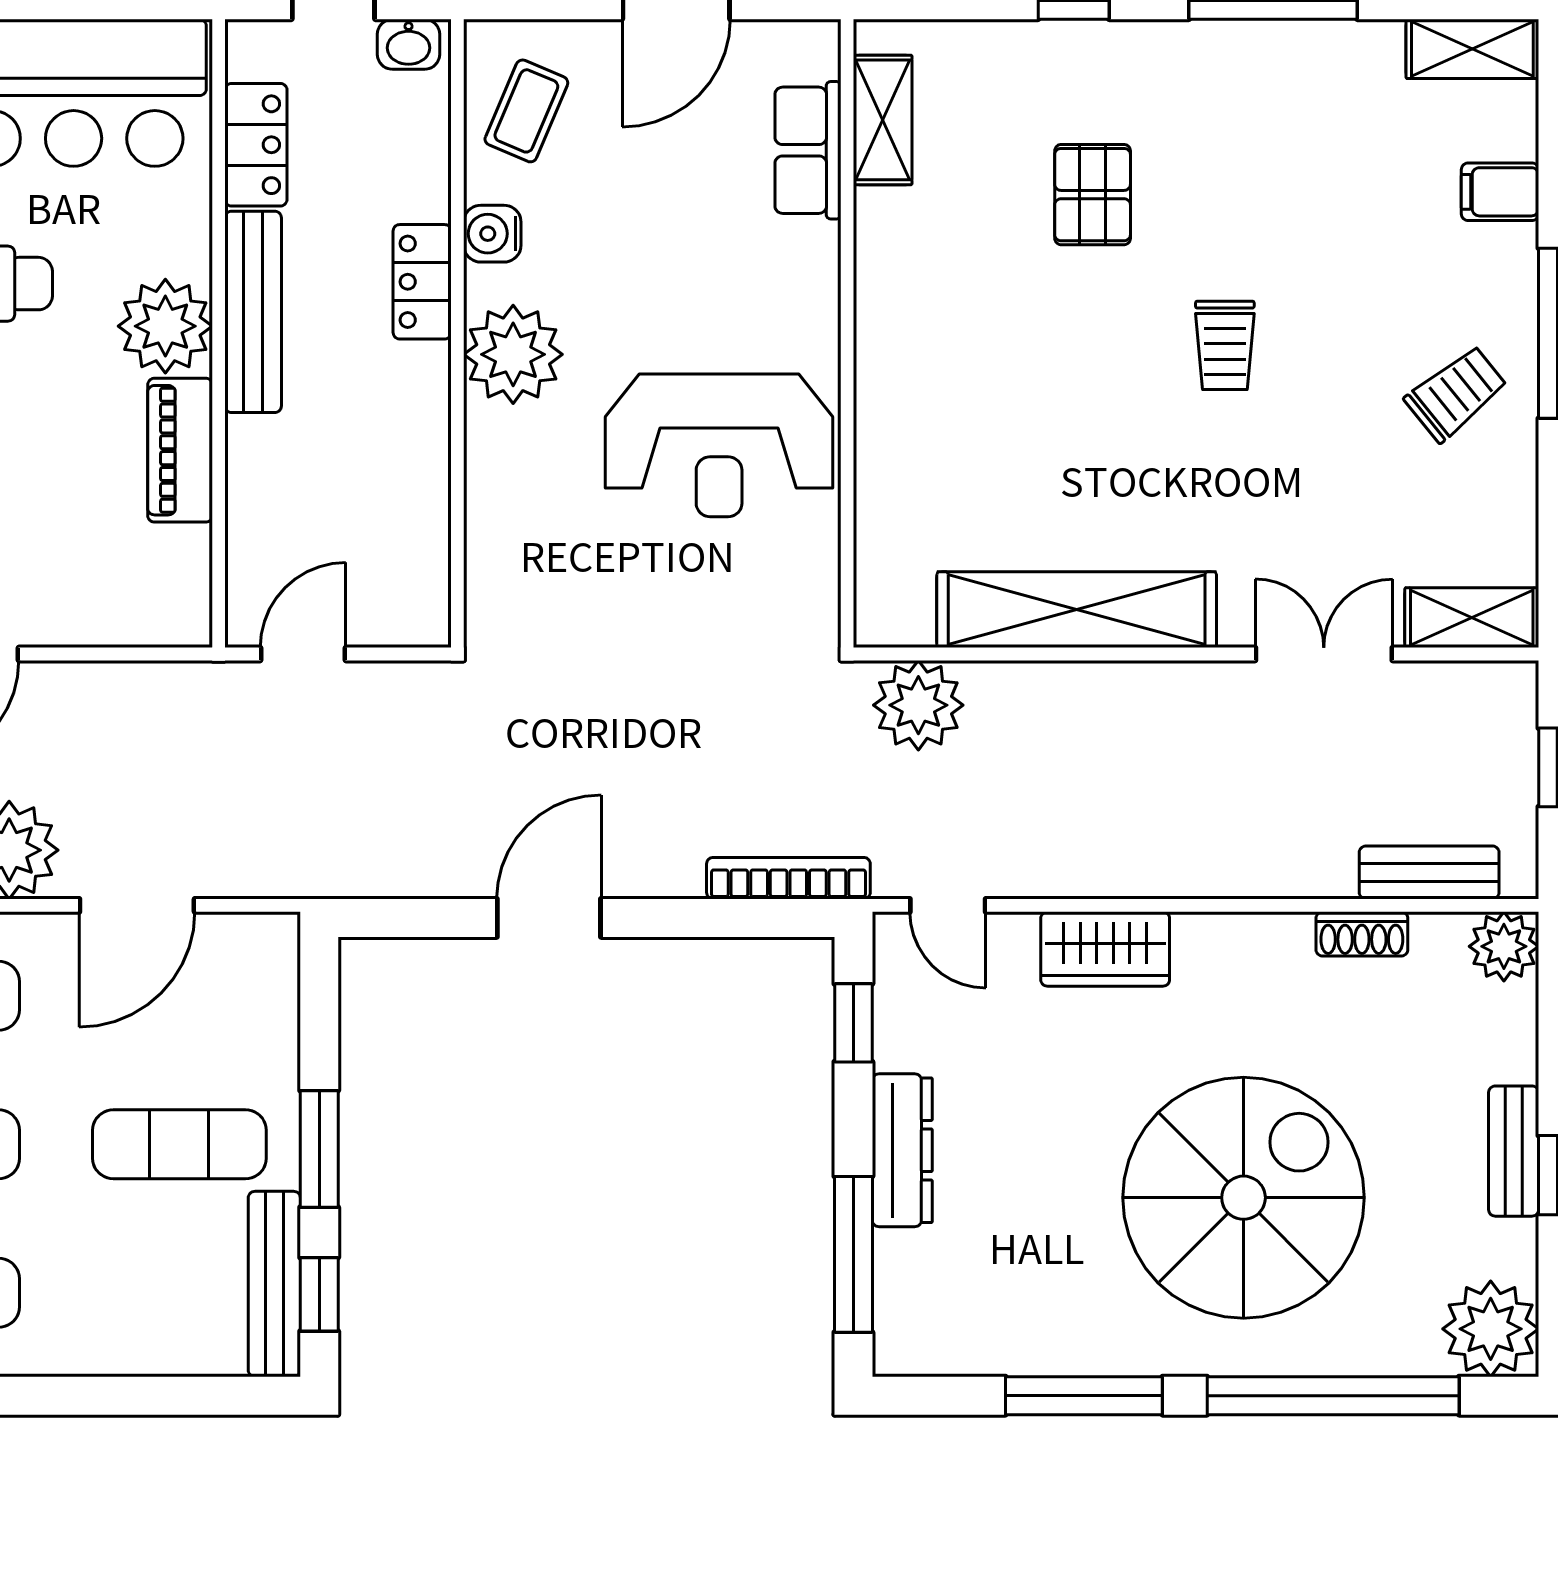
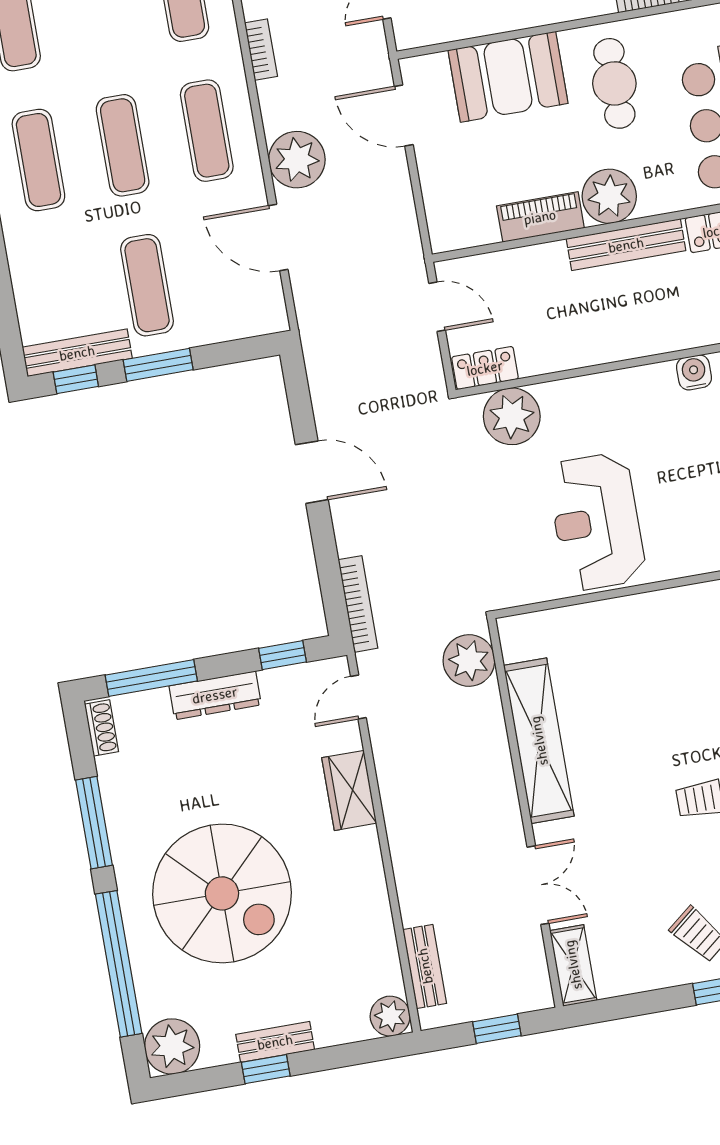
locker: (422, 282) -> (485, 368), moved
plant: (513, 354) -> (512, 416), moved
shoe rack: (1362, 934) -> (101, 728), moved, turned 180

